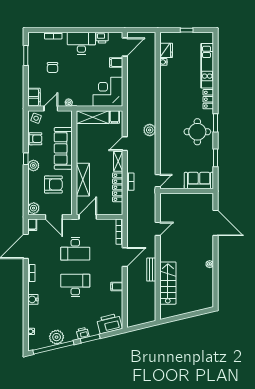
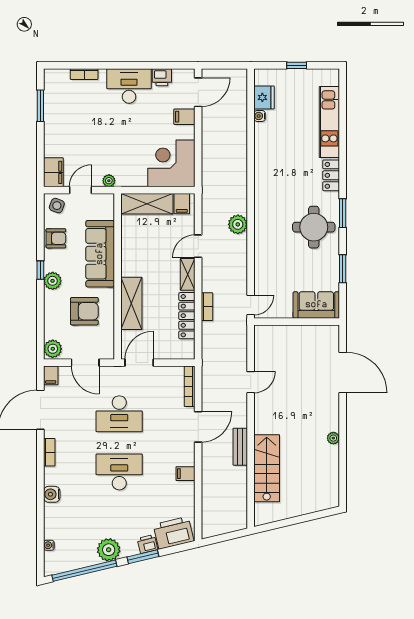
chair: (53, 68) -> (83, 125), removed
printer: (83, 333) -> (147, 544), moved
plant: (57, 337) -> (109, 550), moved

